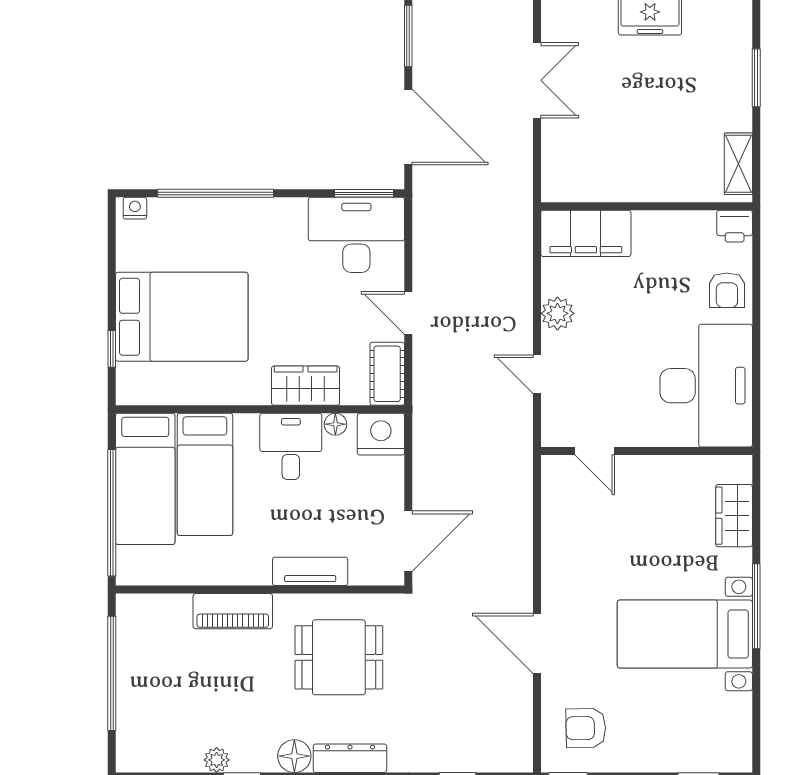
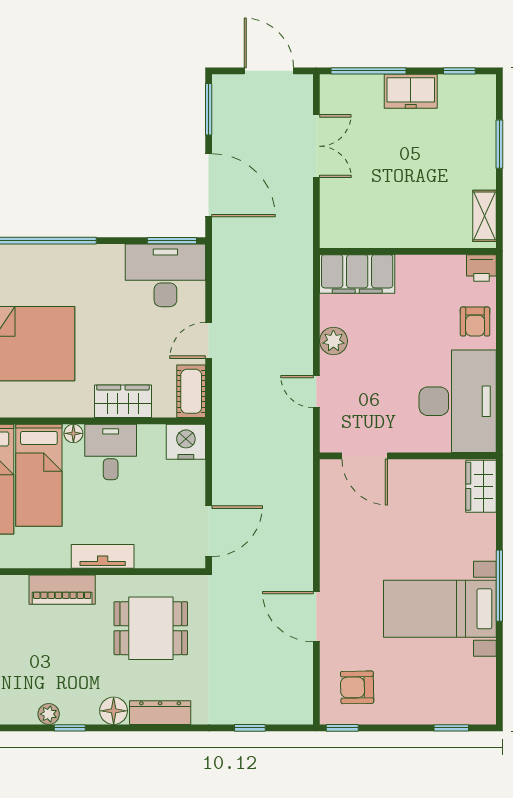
door: (408, 313) -> (209, 340), hinge flipped
floor lamp: (335, 424) -> (73, 433), moved
door: (595, 451) -> (365, 456), width x1.37
wardrobe: (734, 516) -> (481, 486), moved
tv unit: (310, 571) -> (103, 556), moved

